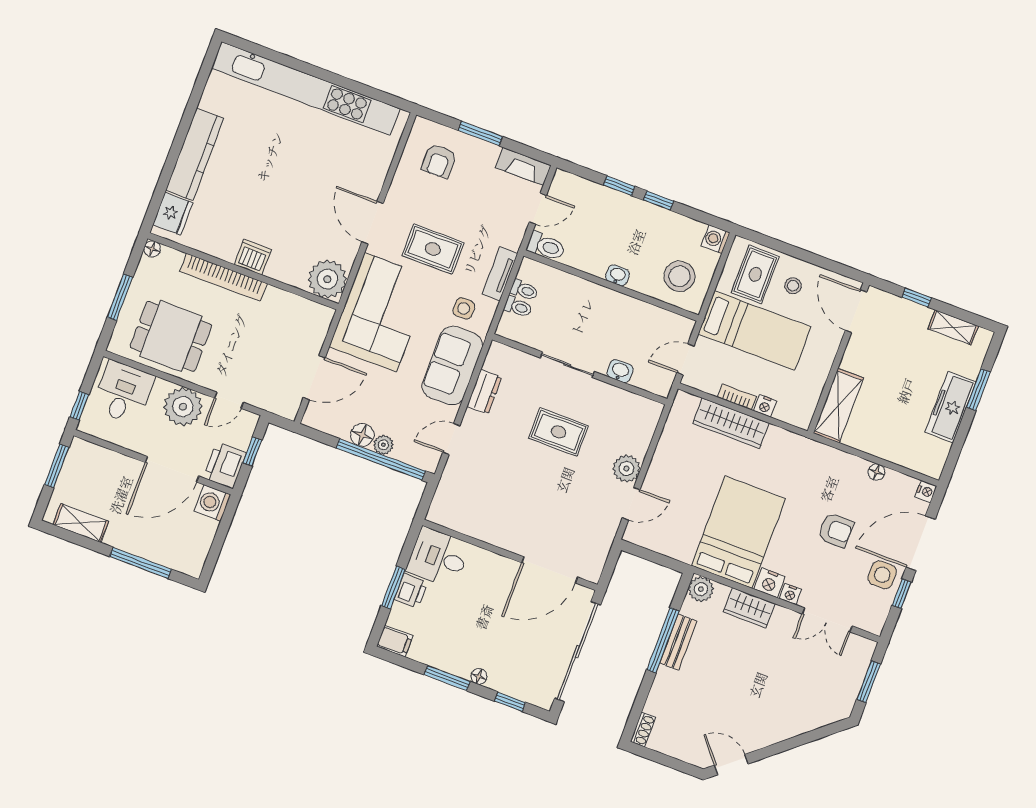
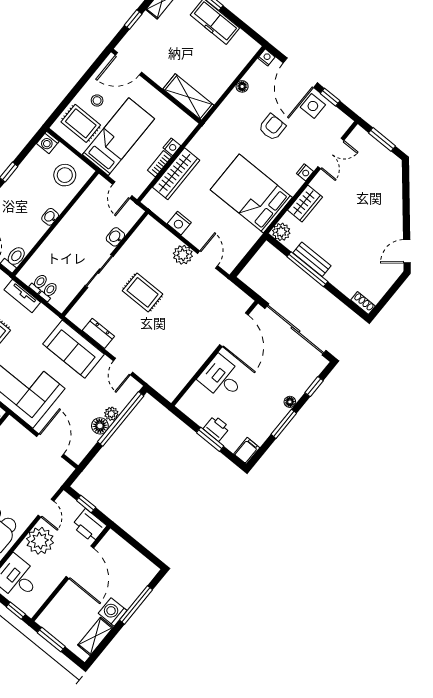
side table: (464, 308) -> (37, 328), removed
rug: (559, 432) -> (143, 292), turned 90
washing machine: (212, 503) -> (113, 612), moved, turned 90
desk: (438, 557) -> (222, 378), moved, turned 90
nightstand: (769, 583) -> (179, 223), moved, turned 90

